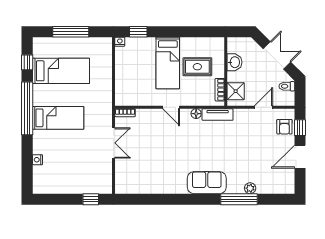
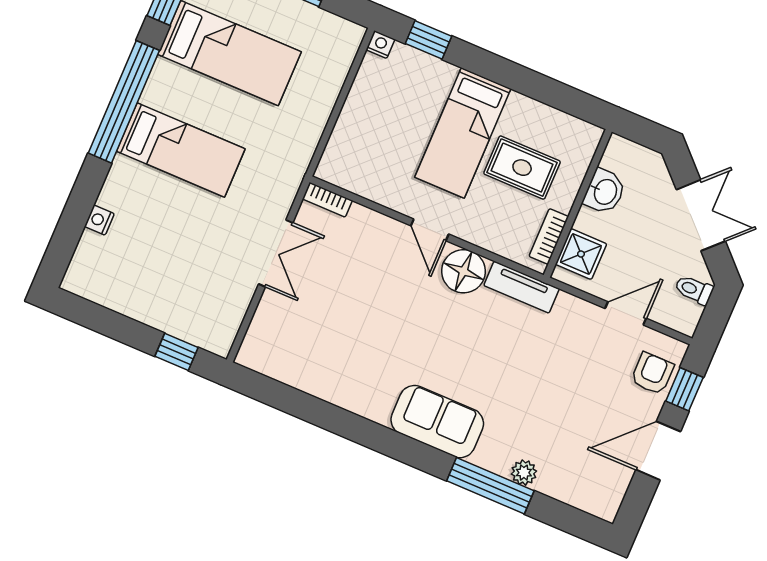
floor lamp: (196, 114) -> (463, 271), width x1.89, depth x1.89
armchair: (284, 127) -> (652, 373), turned 180

